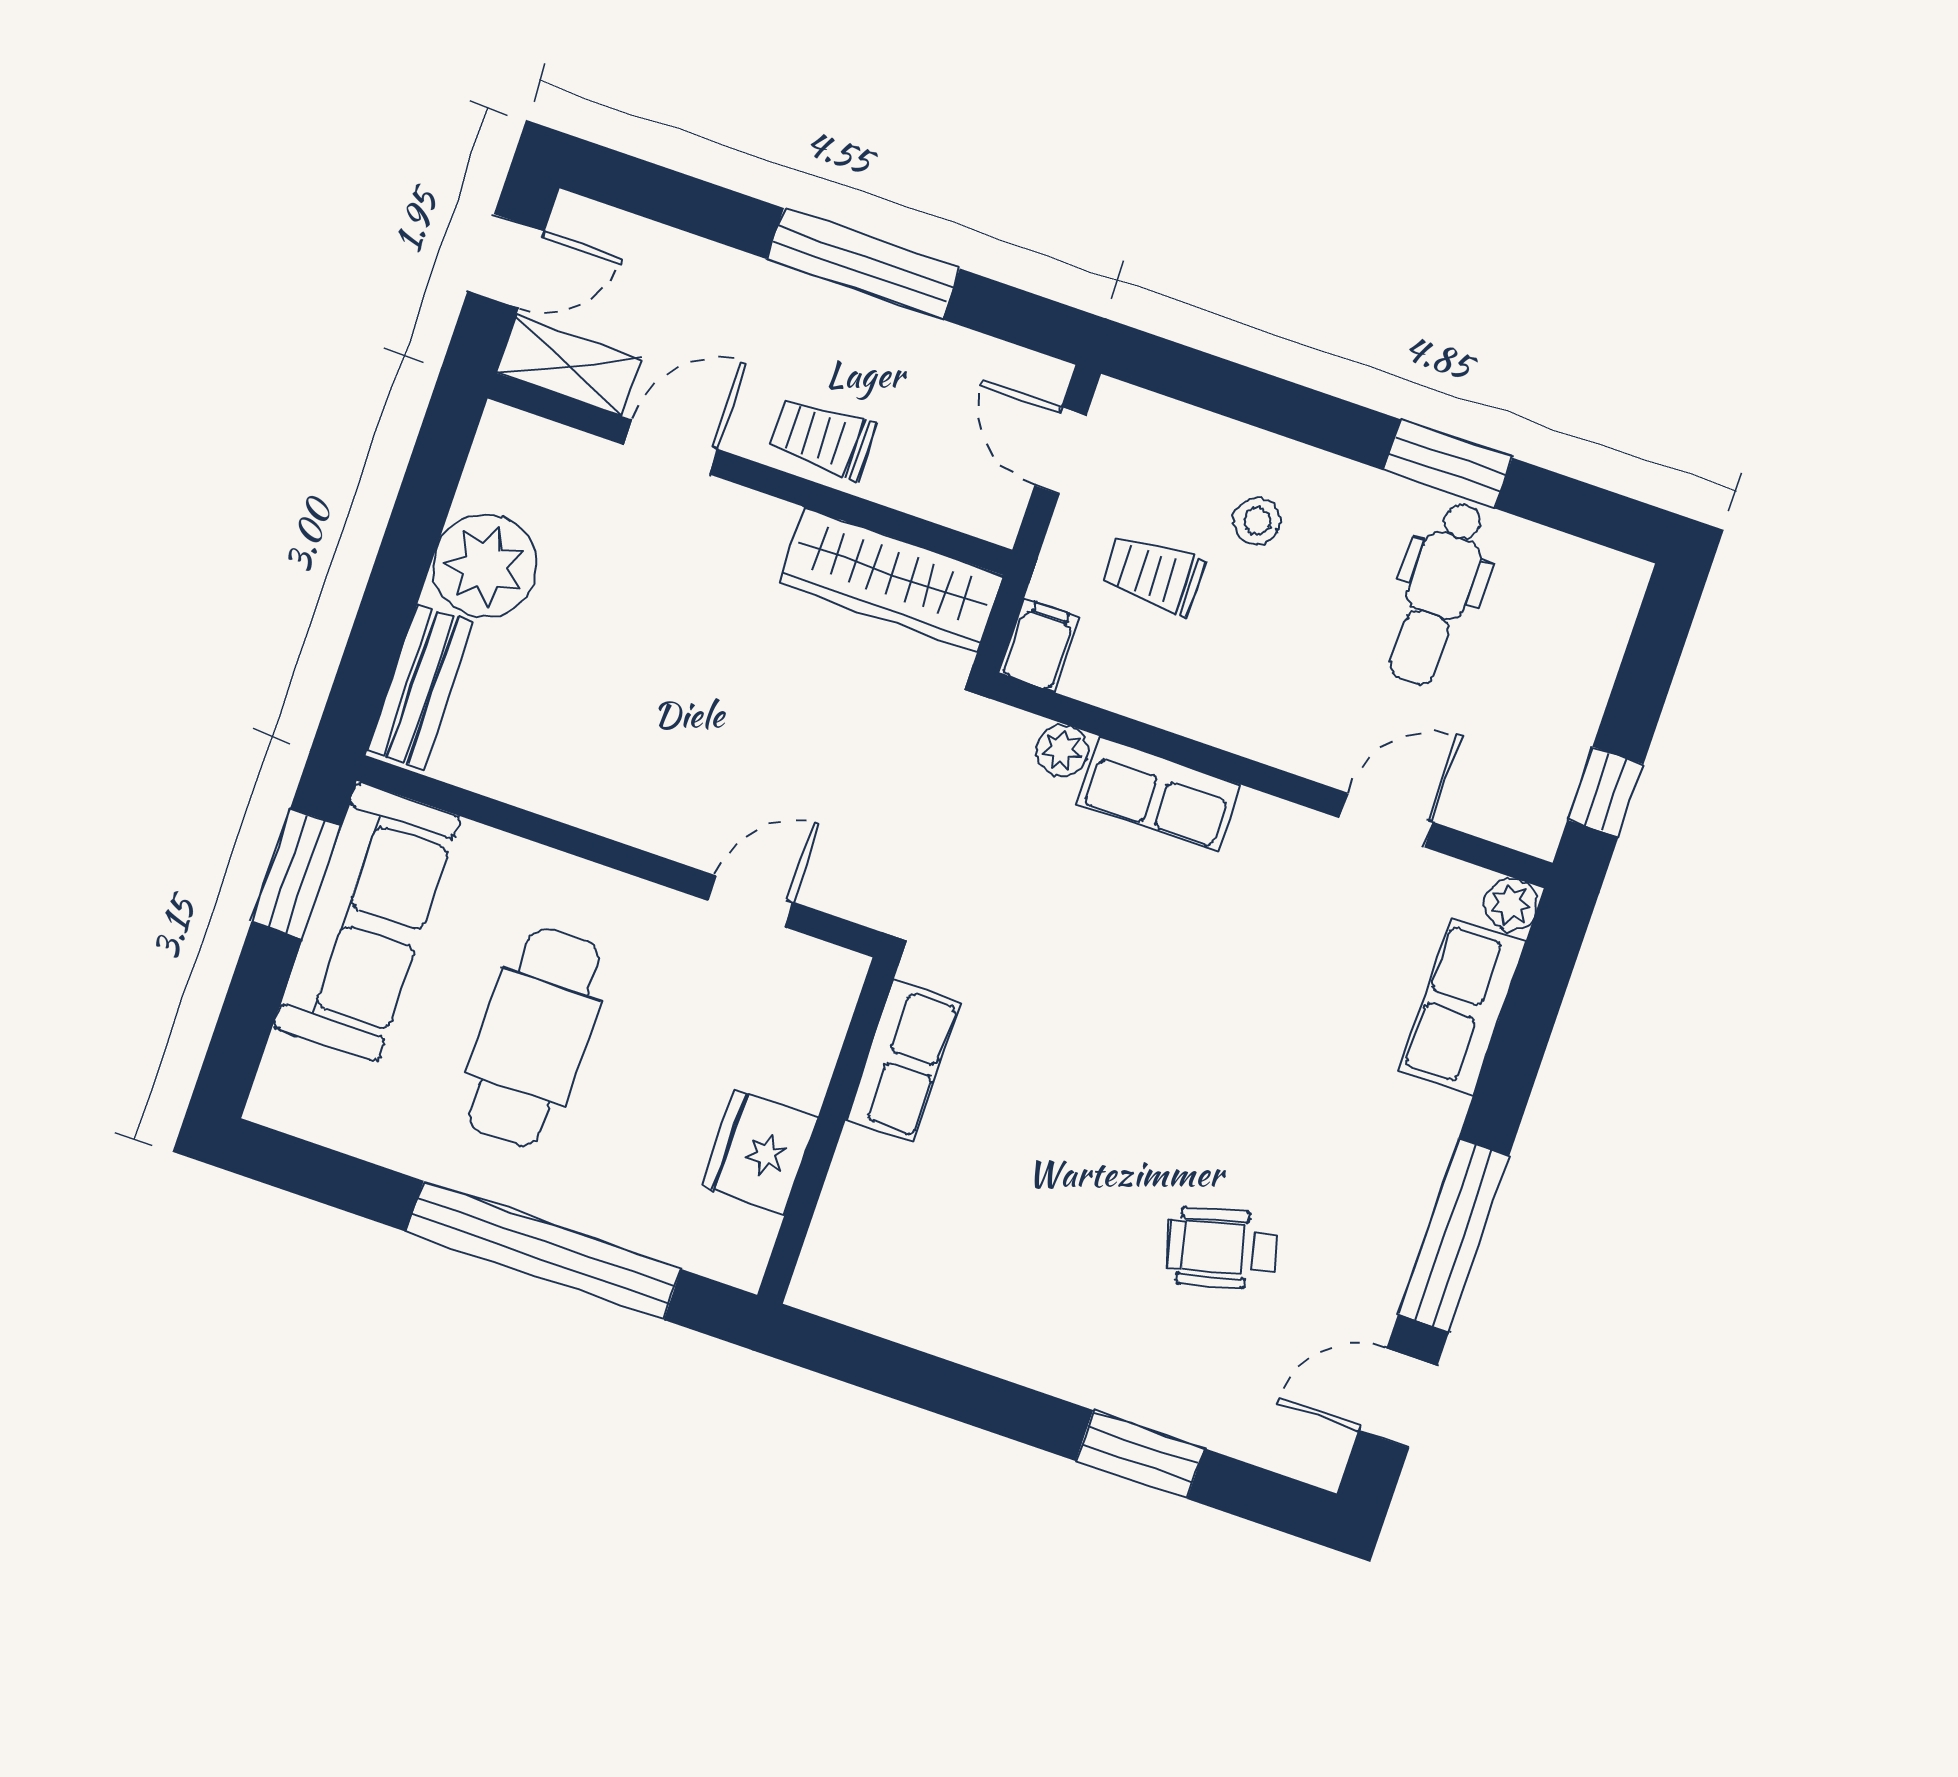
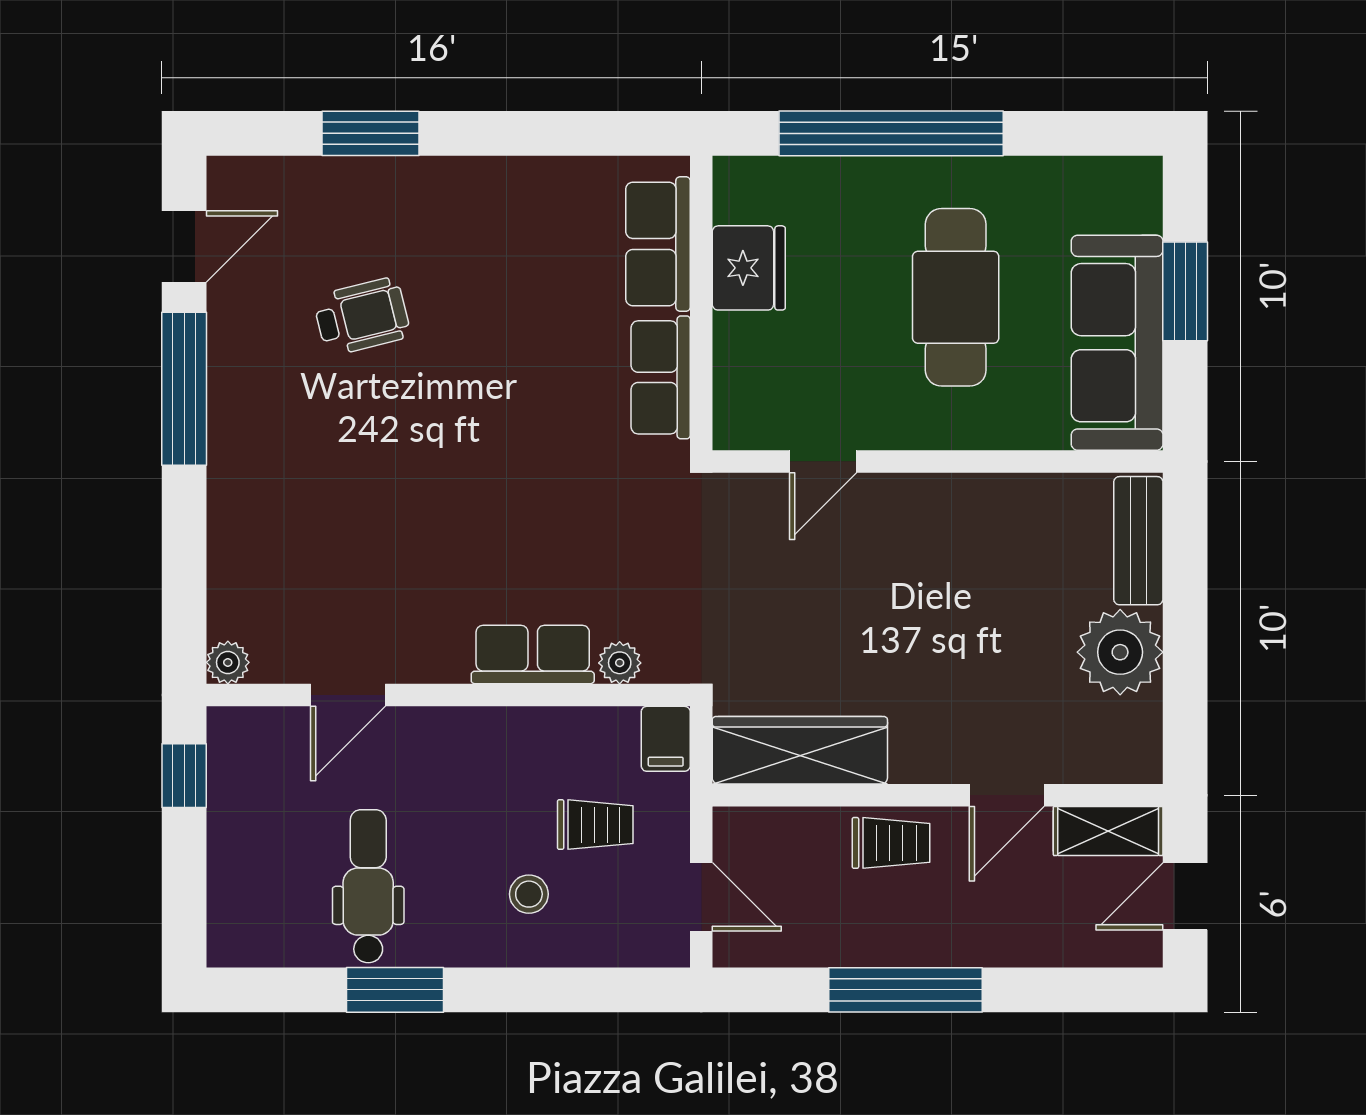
window: (296, 874) -> (1185, 291), moved
row of seats: (1462, 1007) -> (658, 244), moved, turned 180

